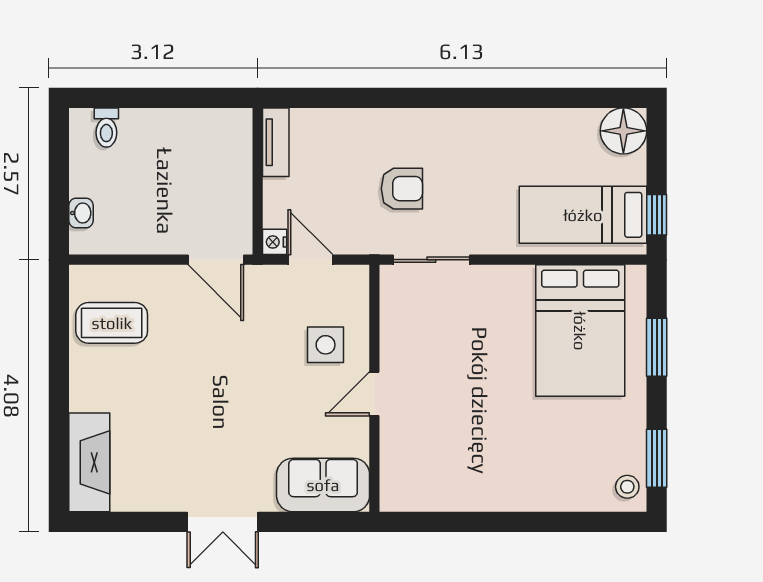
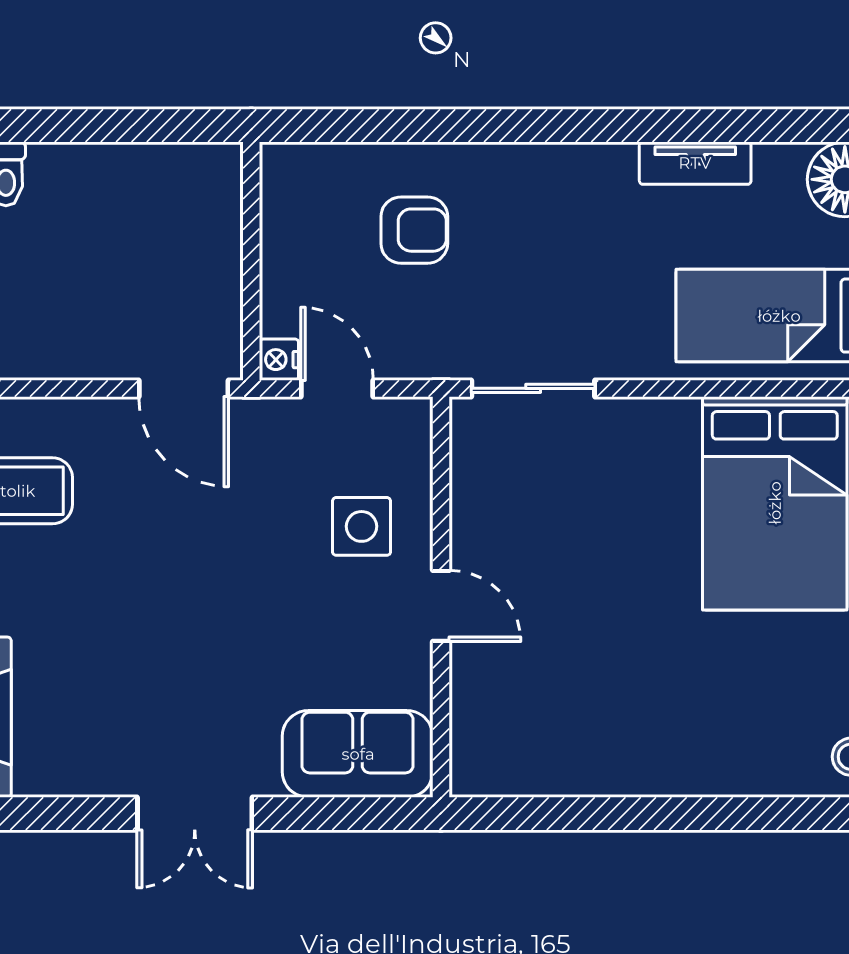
tv unit: (276, 142) -> (695, 163), moved, turned 90
armchair: (402, 189) -> (414, 230), moved
door: (374, 394) -> (441, 606), swing flipped

